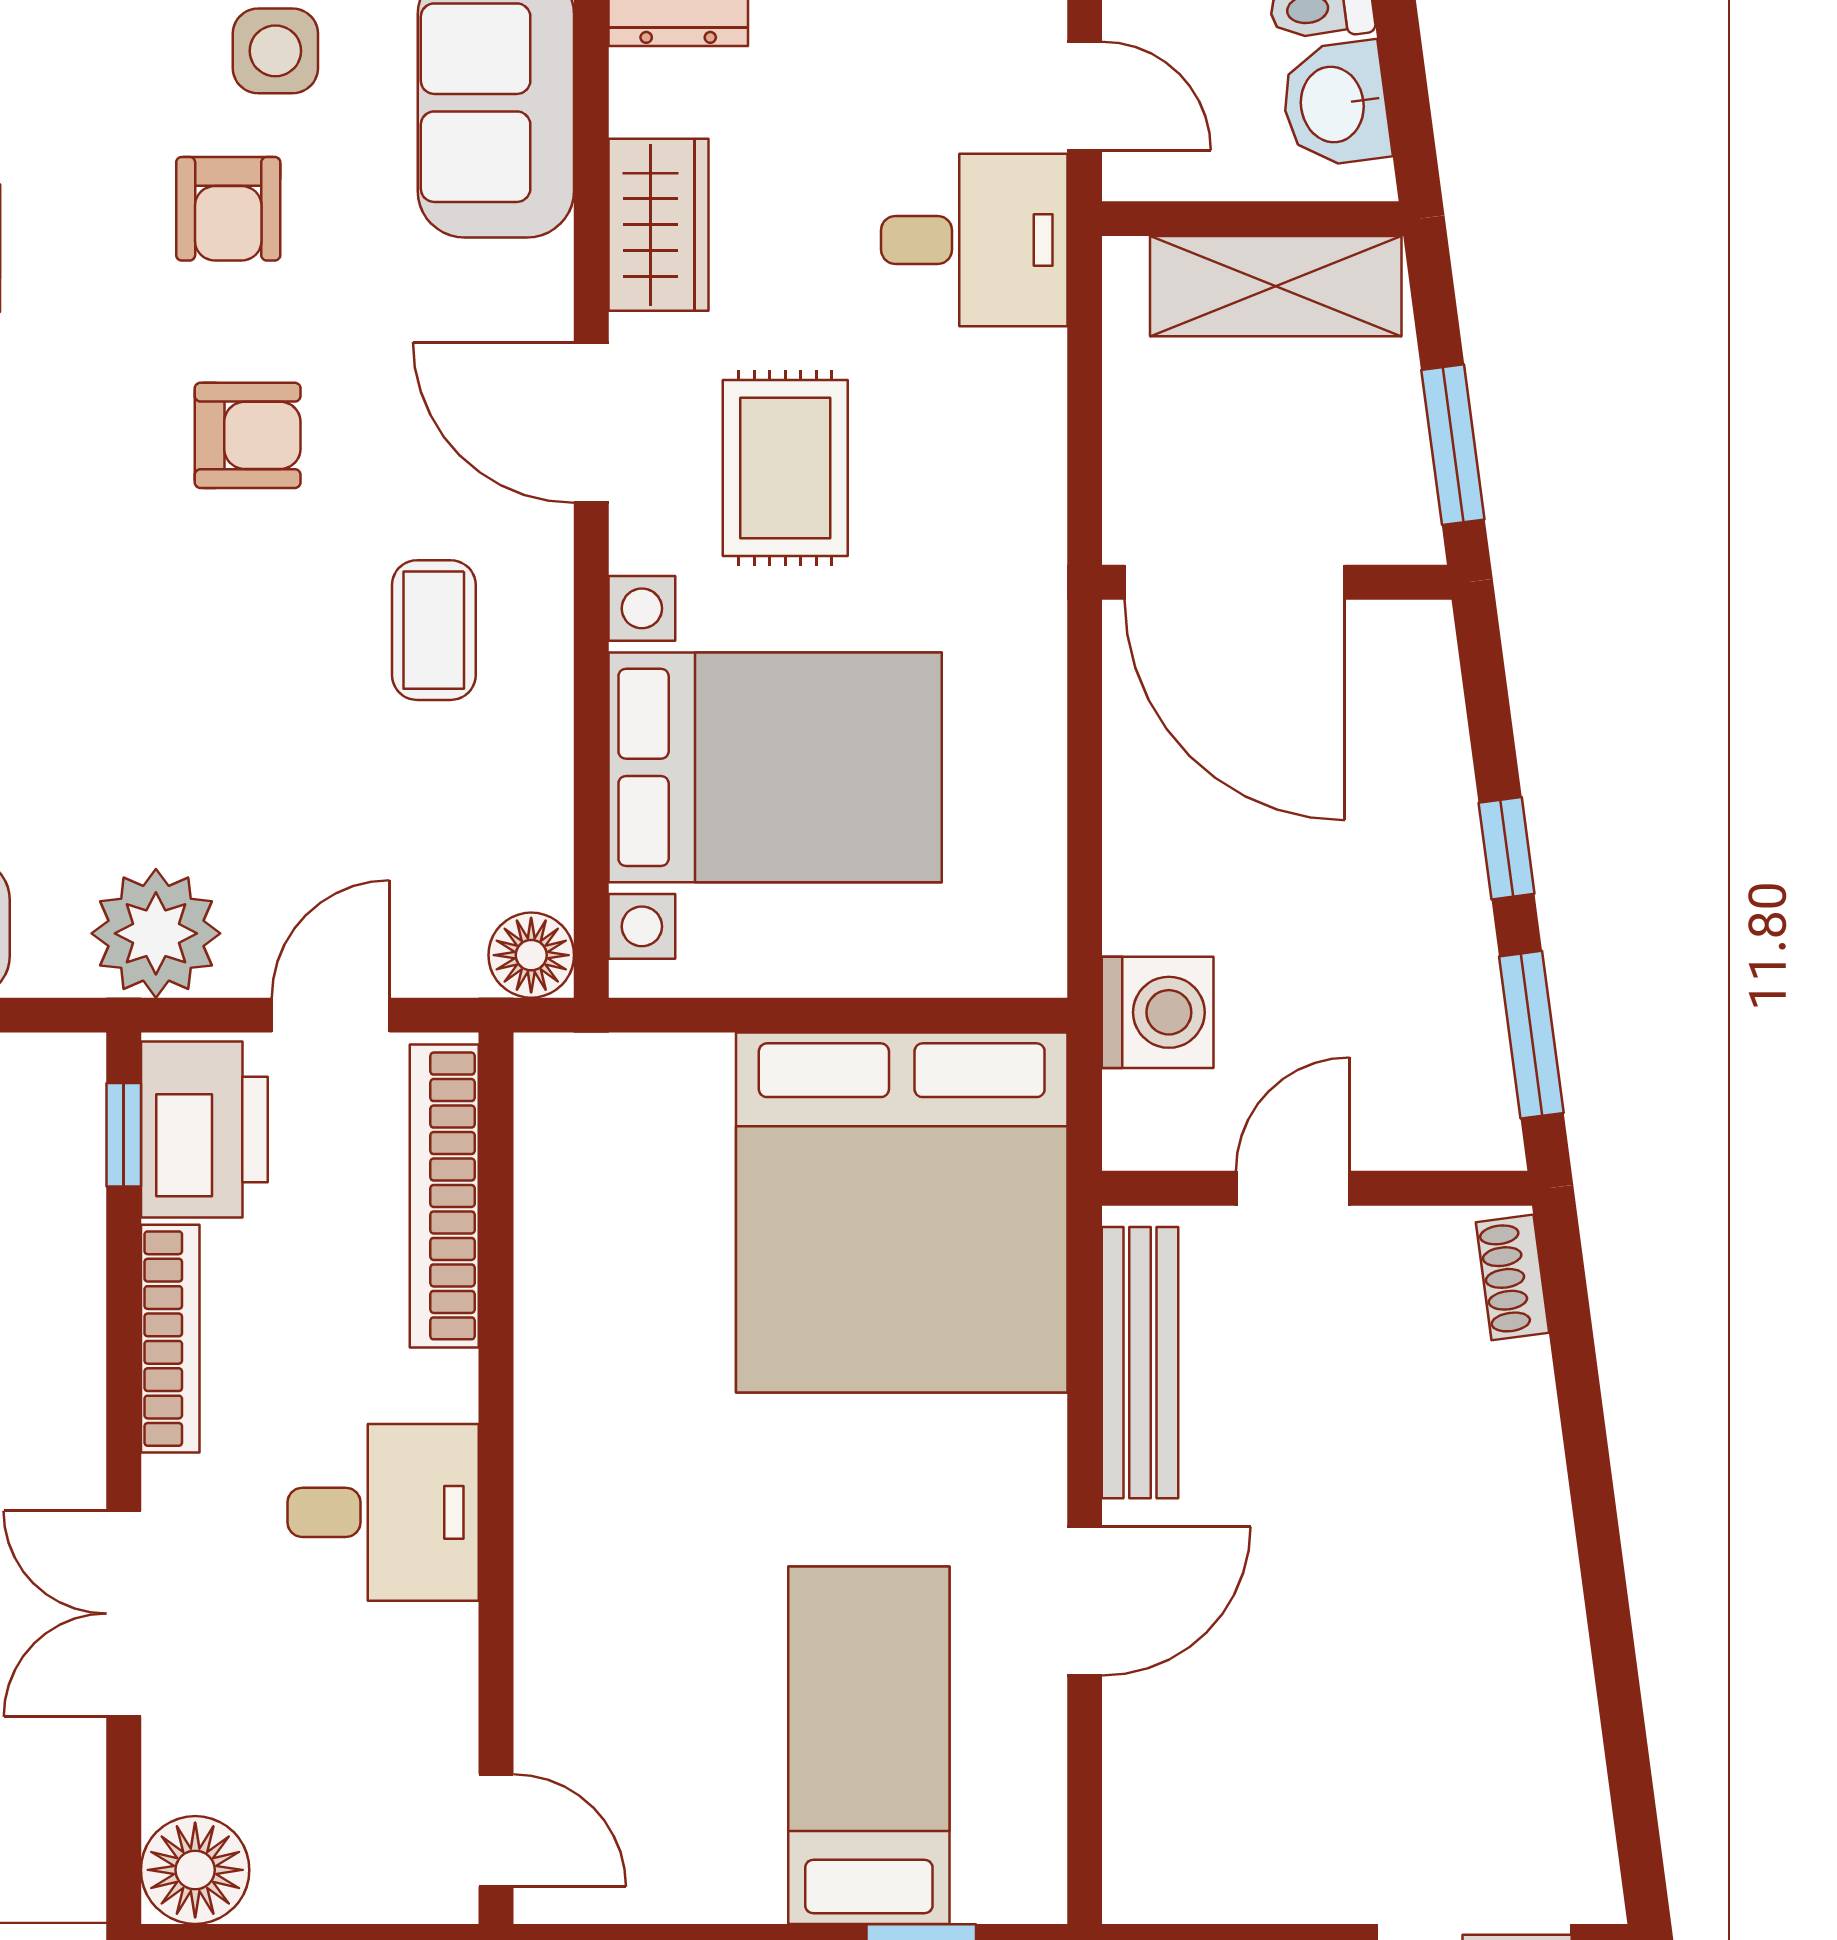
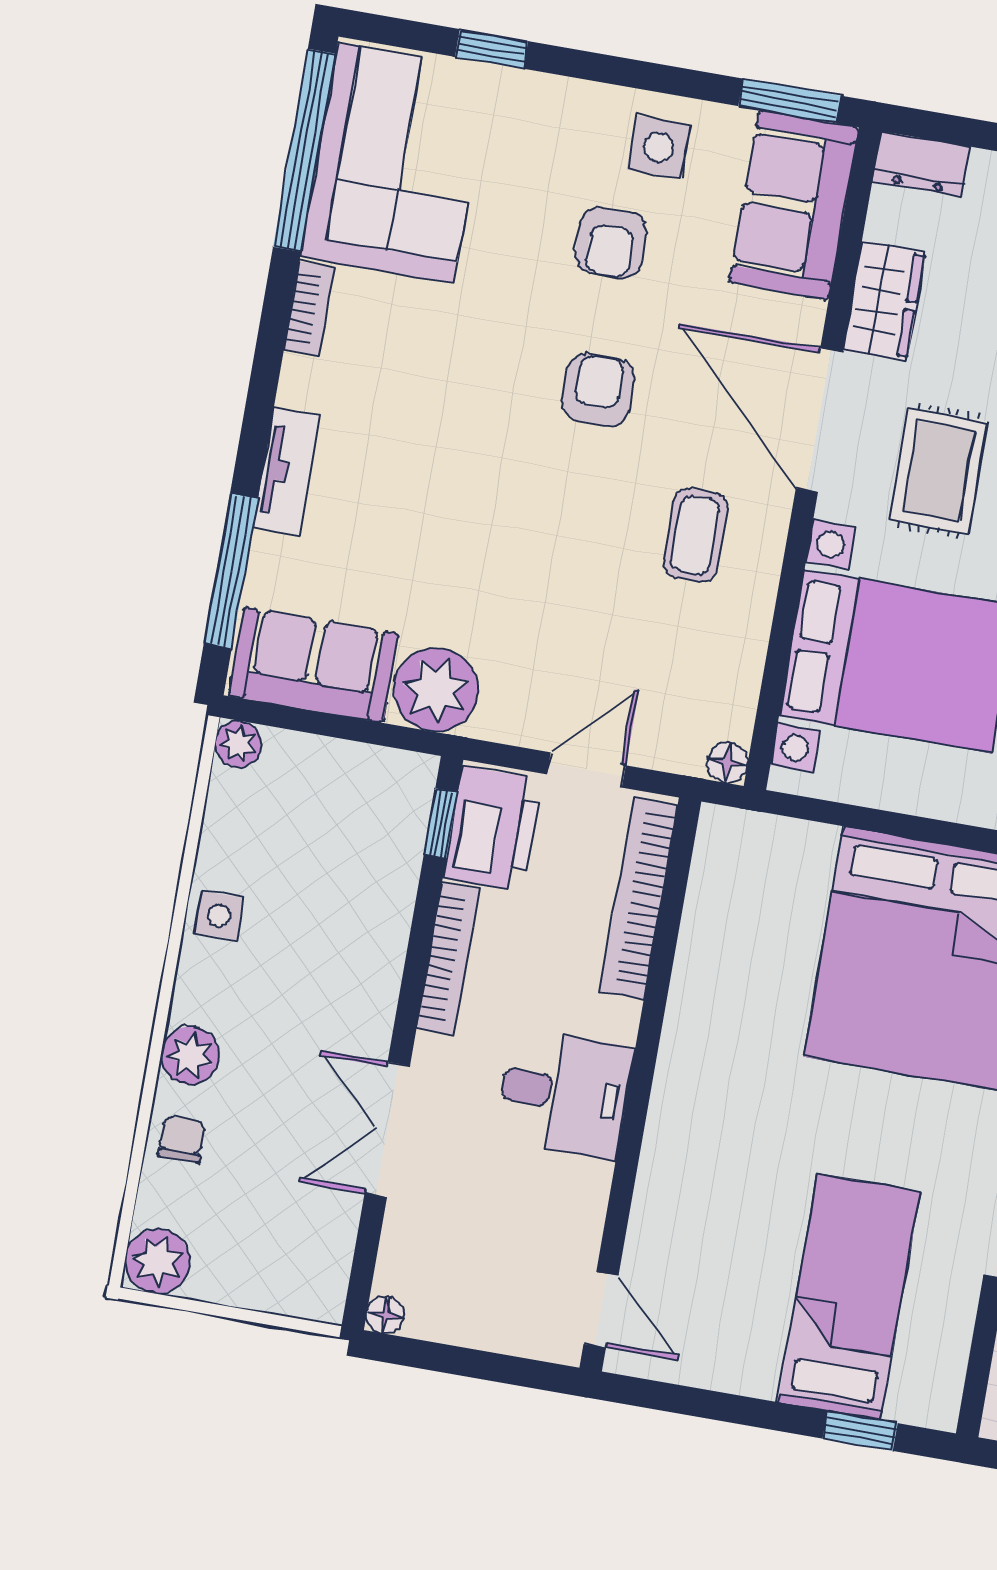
door: (591, 422) -> (819, 420), width x1.36
armchair: (248, 435) -> (598, 390), turned -90
plant: (156, 933) -> (436, 690), moved
floor lamp: (531, 955) -> (727, 763), width x0.73, depth x0.73
floor lamp: (195, 1870) -> (385, 1315), width x0.53, depth x0.53

